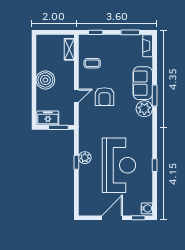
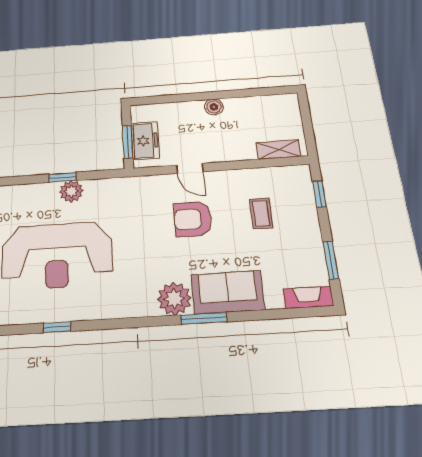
coffee table: (92, 63) -> (261, 213), moved
boiler: (45, 80) -> (214, 107), width x0.54, depth x0.54
freezer: (48, 118) -> (145, 141), moved

